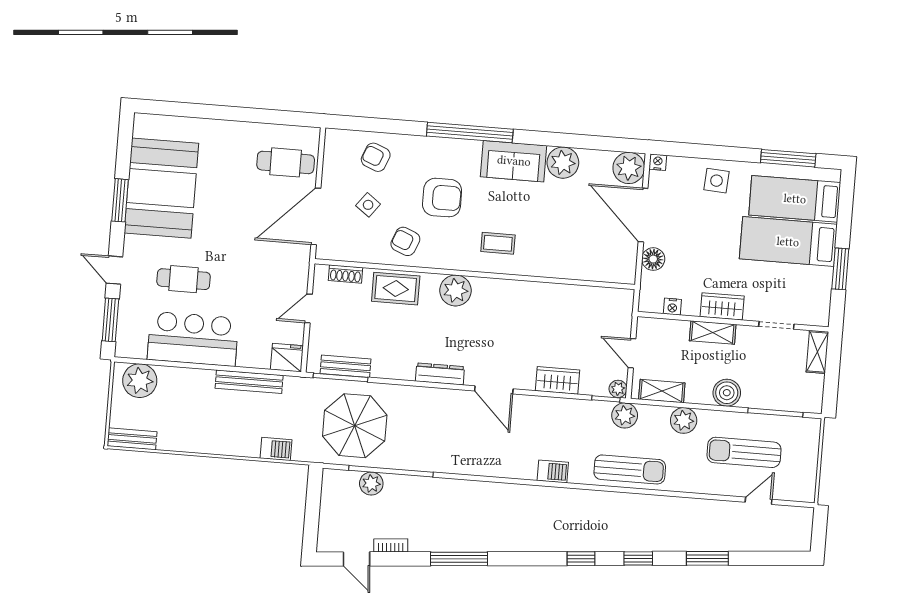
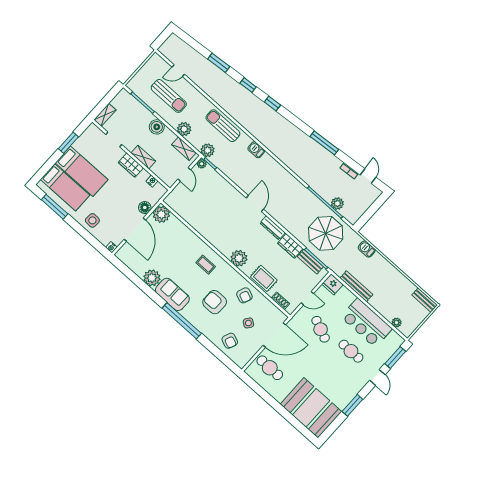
plant: (629, 168) -> (161, 214), moved
booth: (161, 188) -> (311, 408), moved, turned 90
cafe table: (254, 277) -> (321, 329), added
wardrobe: (558, 380) -> (290, 246), moved
plant: (140, 381) -> (397, 323), width x0.53, depth x0.53

